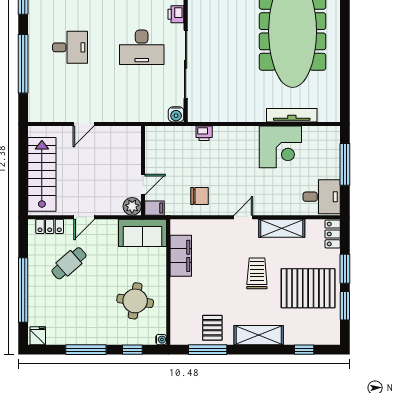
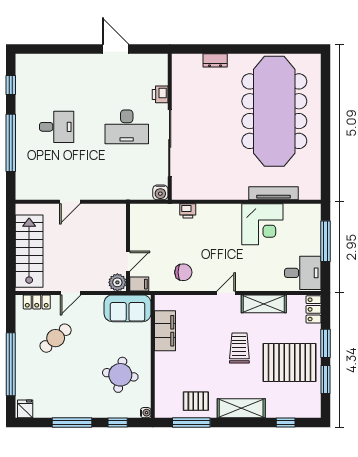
pallet: (212, 328) -> (196, 401), turned 90

